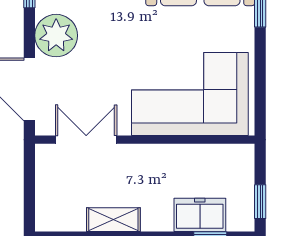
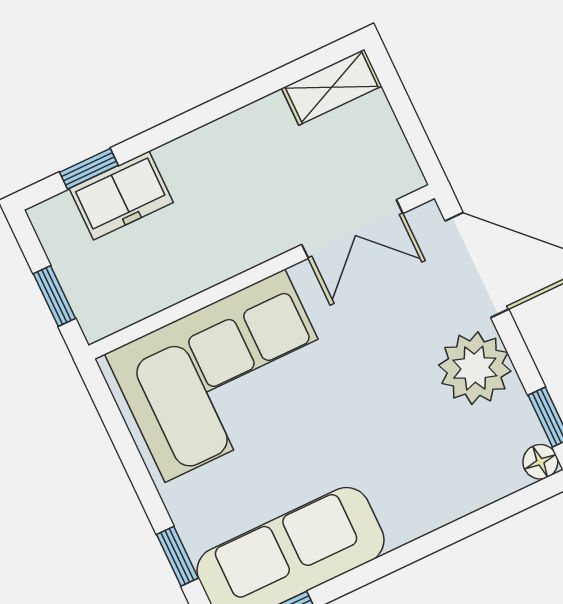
window: (260, 202) -> (54, 296), moved
shelving: (113, 220) -> (332, 87), moved

